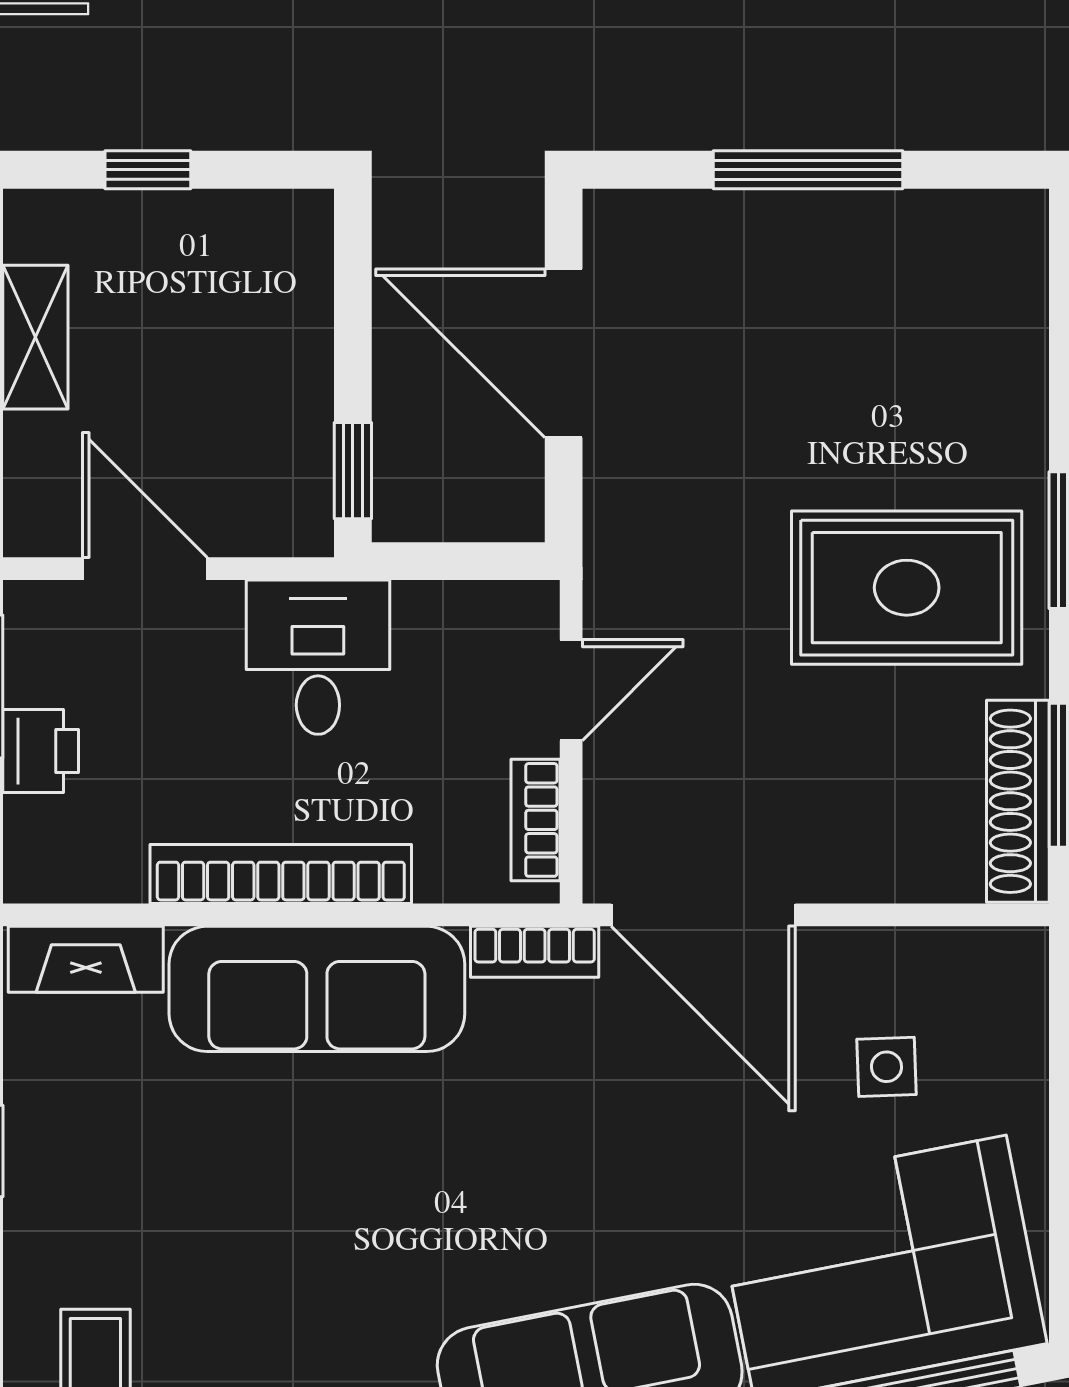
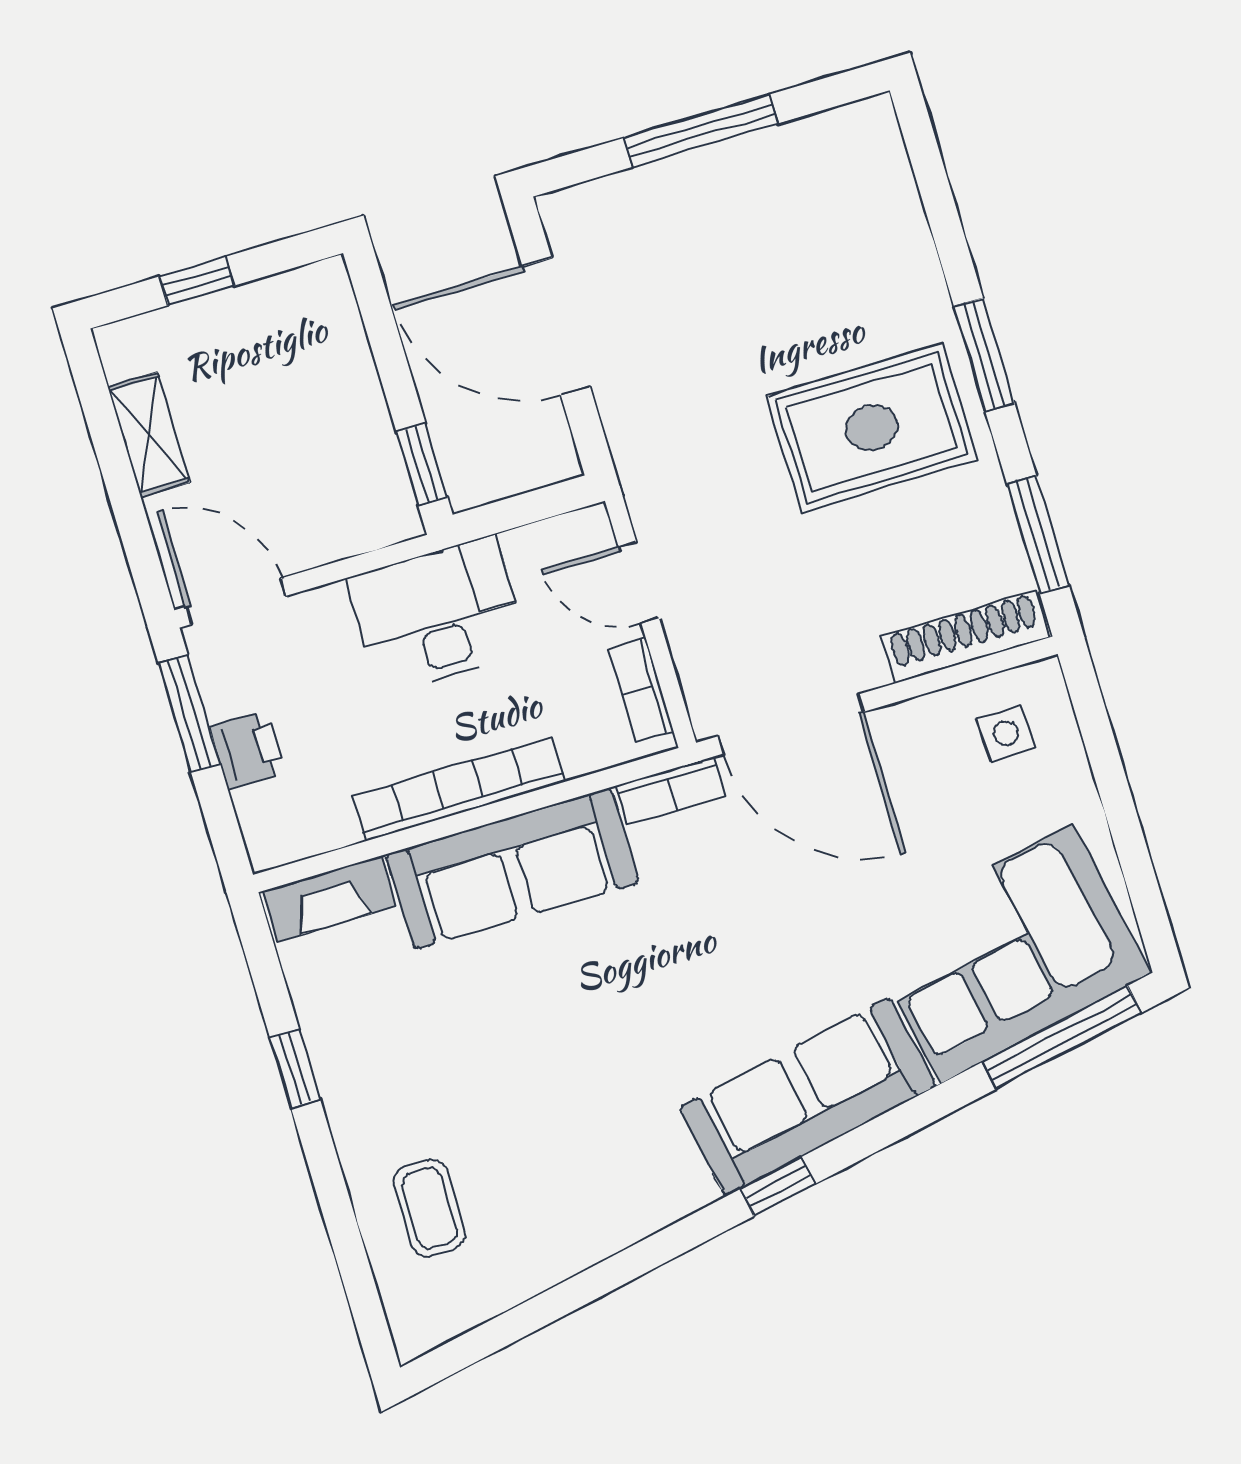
door: (145, 569) -> (236, 601), moved
desk: (318, 657) -> (438, 615), width x1.37
door: (571, 690) -> (639, 582), swing flipped
shoe rack: (1018, 801) -> (965, 637), moved, turned 90
side table: (886, 1067) -> (1006, 733), moved

